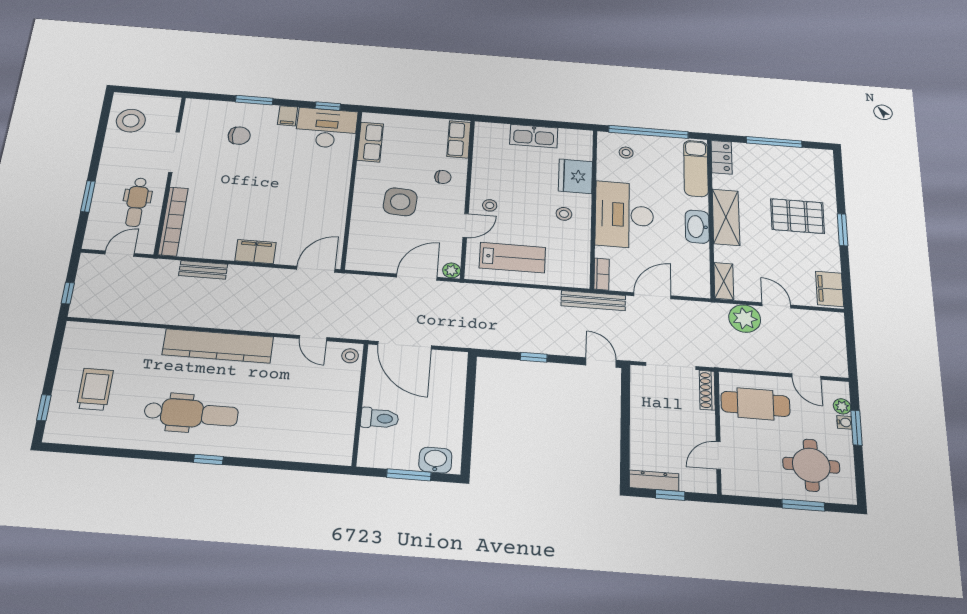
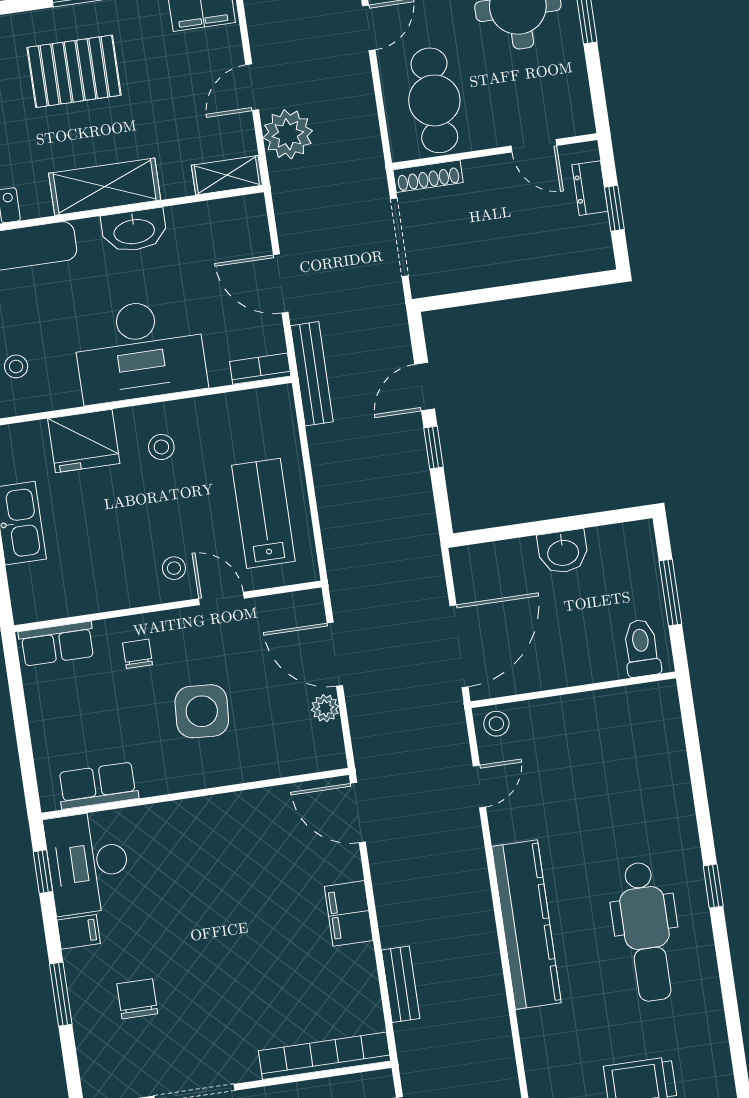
pallet: (797, 216) -> (74, 71), turned 90
plant: (452, 270) -> (325, 708), moved
door: (601, 363) -> (425, 387), moved
dental chair: (191, 413) -> (646, 932), turned 180
toilet: (380, 418) -> (641, 648), moved
washbasin: (435, 460) -> (563, 552), moved, turned -90
dresser: (654, 481) -> (590, 188), moved, width x0.70

